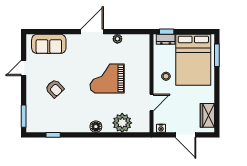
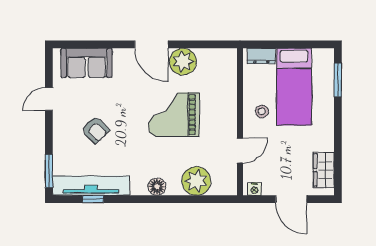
door: (92, 32) -> (151, 44), swing flipped
window: (167, 32) -> (263, 44), removed
plant: (117, 39) -> (183, 62), width x1.88, depth x1.88
bed: (193, 60) -> (294, 87), width x0.67
tv unit: (52, 126) -> (91, 186), added

